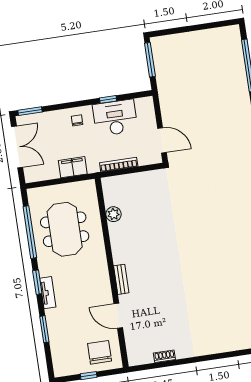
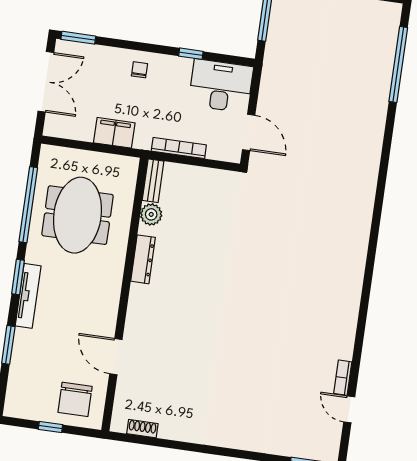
desk: (115, 118) -> (221, 86), moved
dresser: (117, 246) -> (143, 259), added
bench: (121, 279) -> (153, 181), moved
tv unit: (48, 293) -> (28, 296), width x1.41
chair: (100, 352) -> (75, 399), turned 180
shoe rack: (164, 356) -> (142, 429), moved

